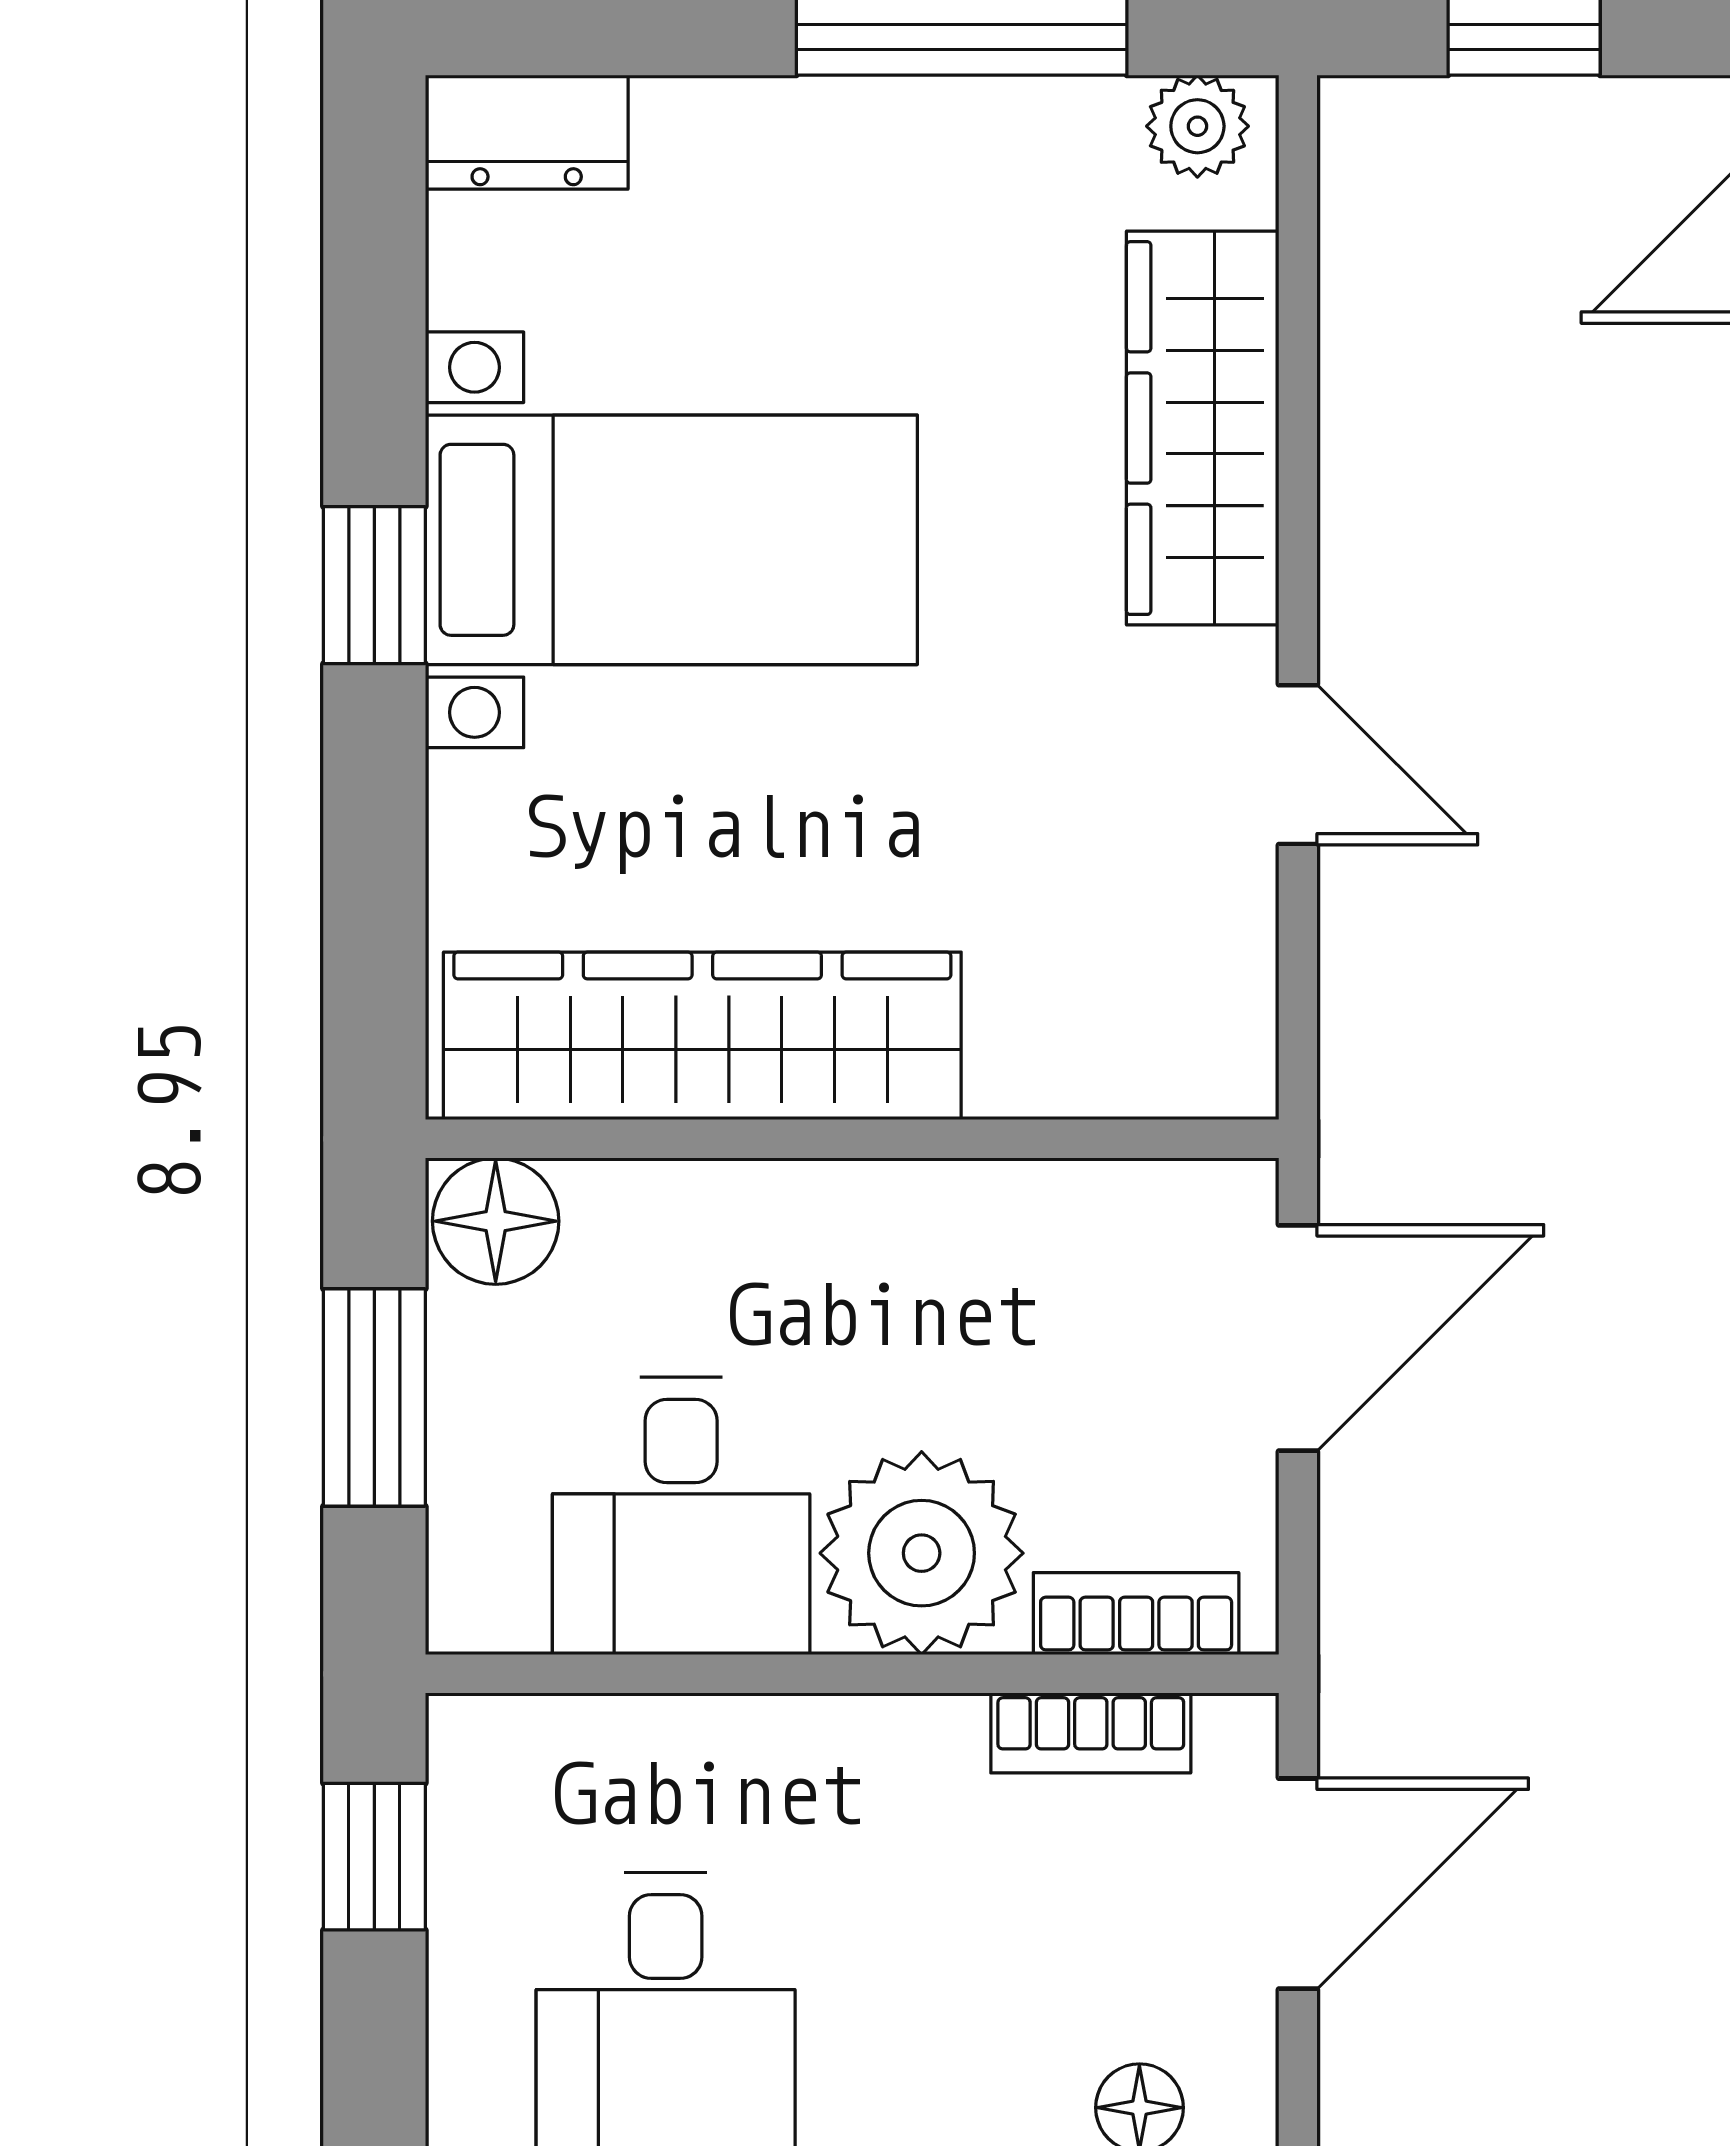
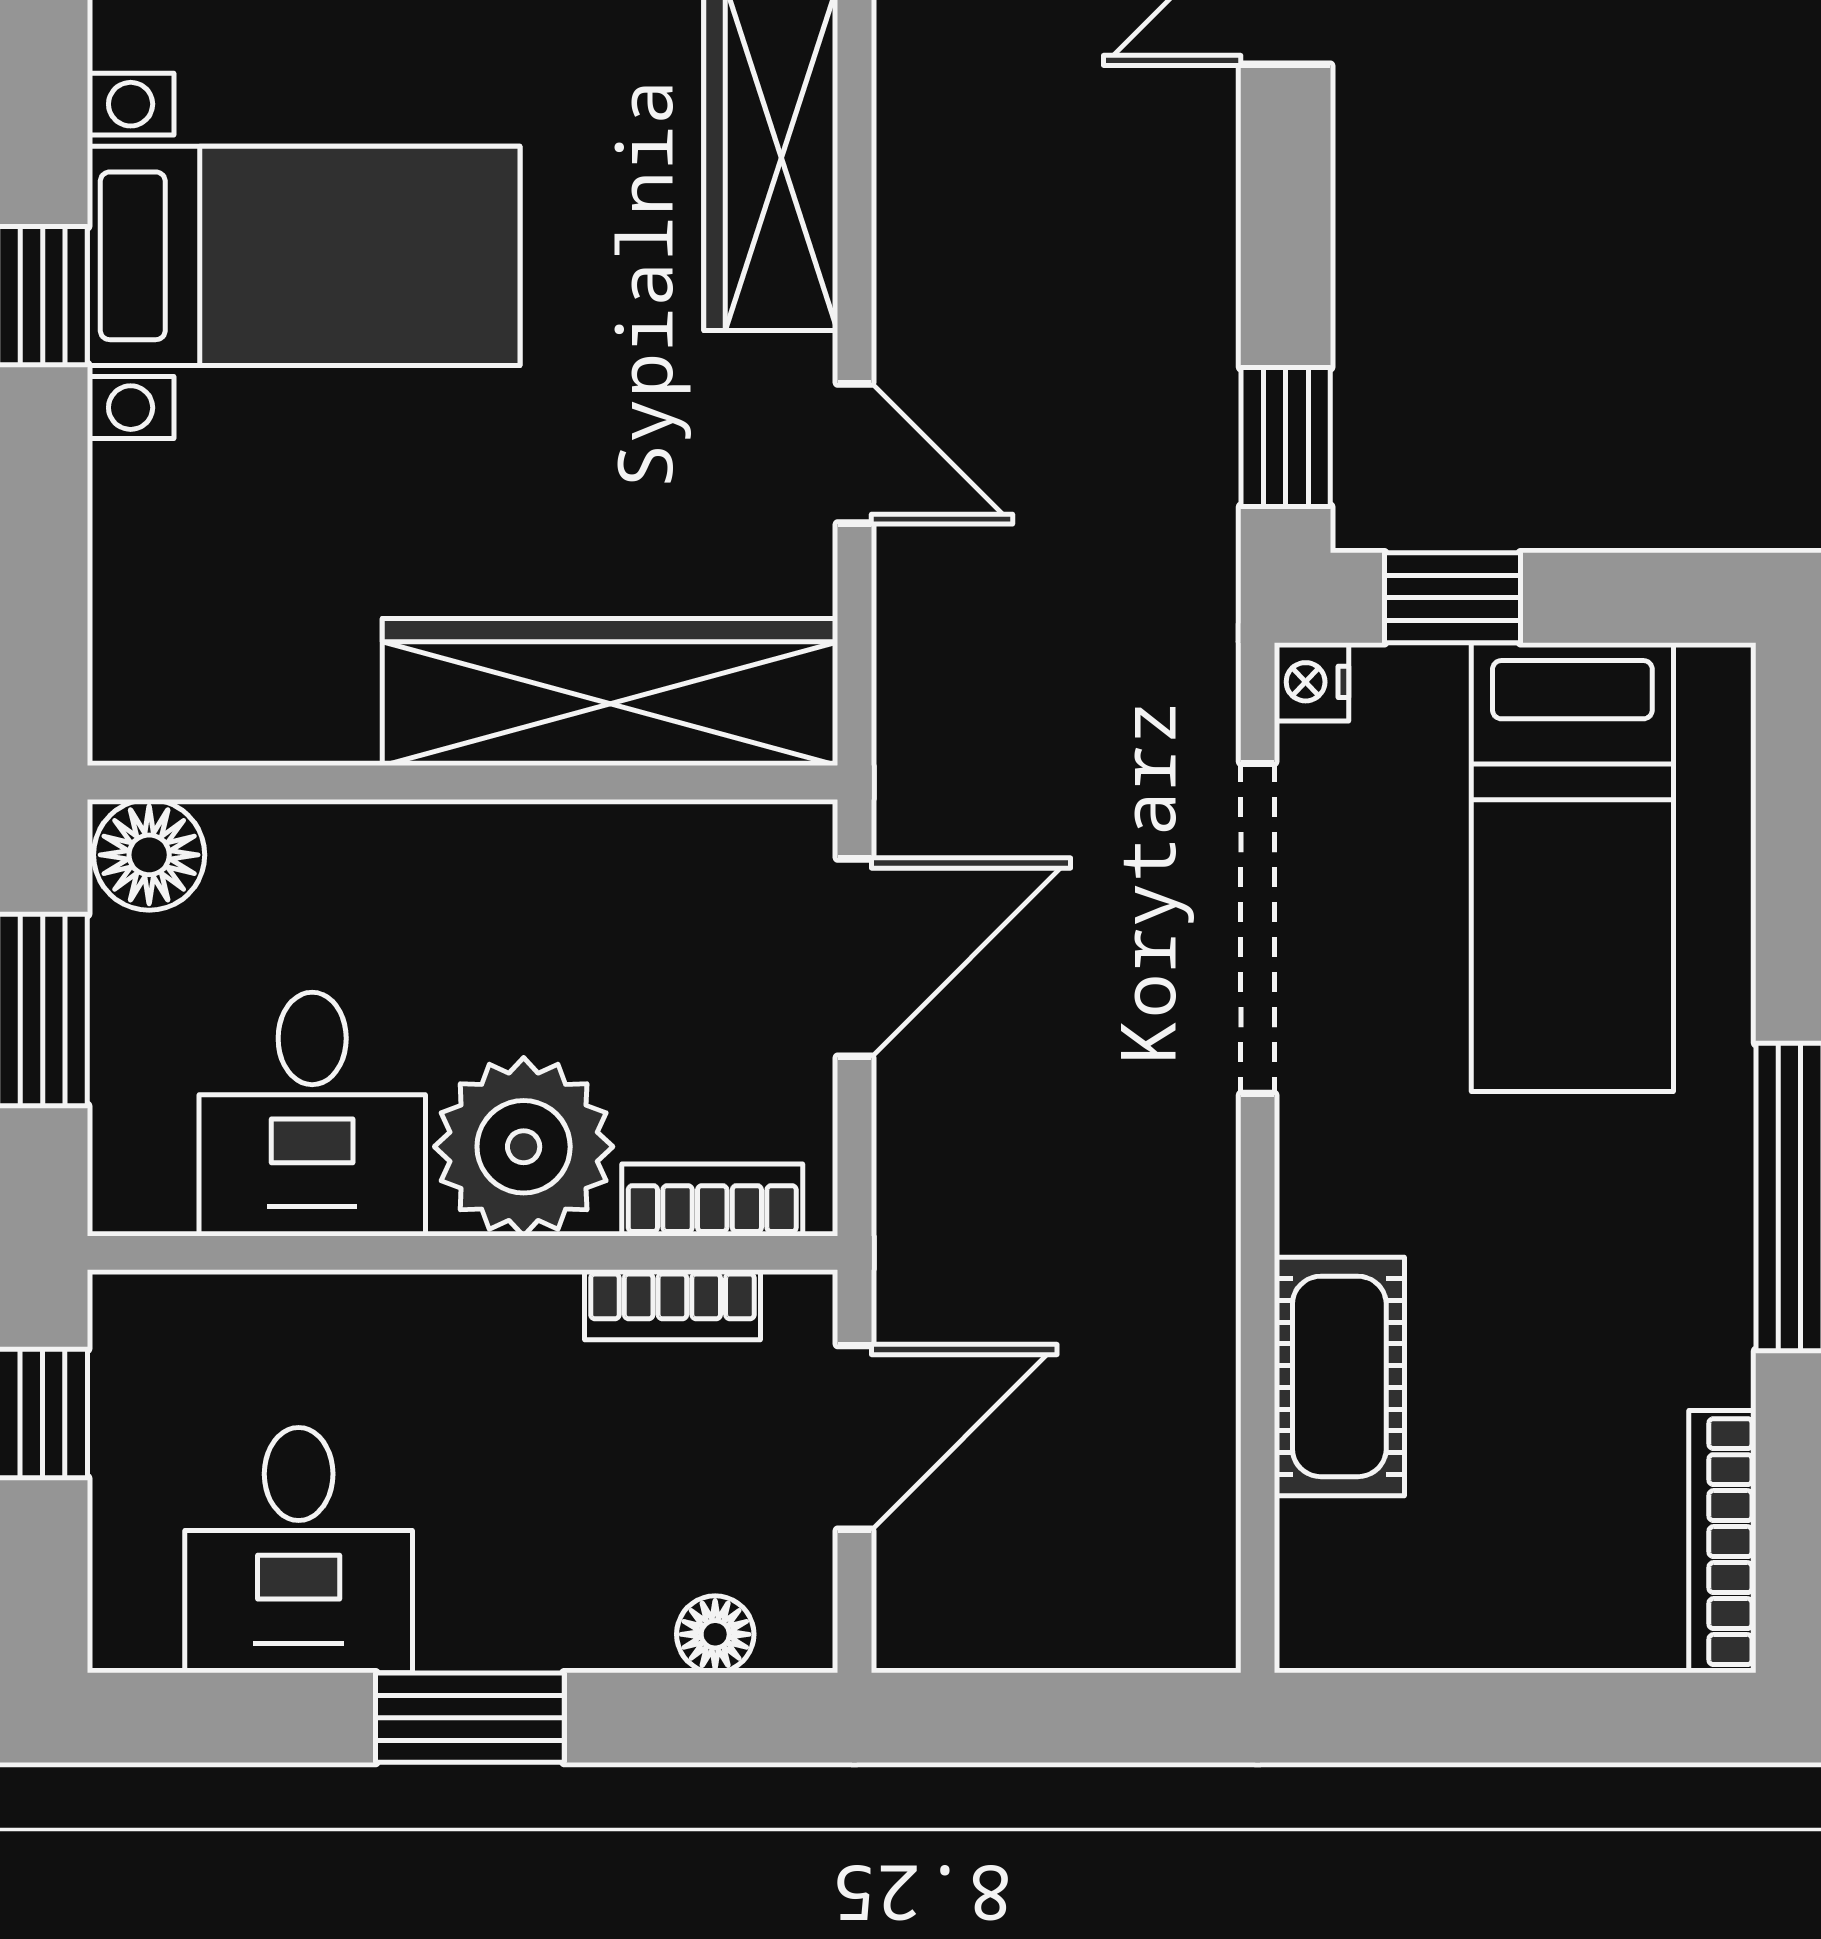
wardrobe: (702, 1036) -> (610, 692), moved

